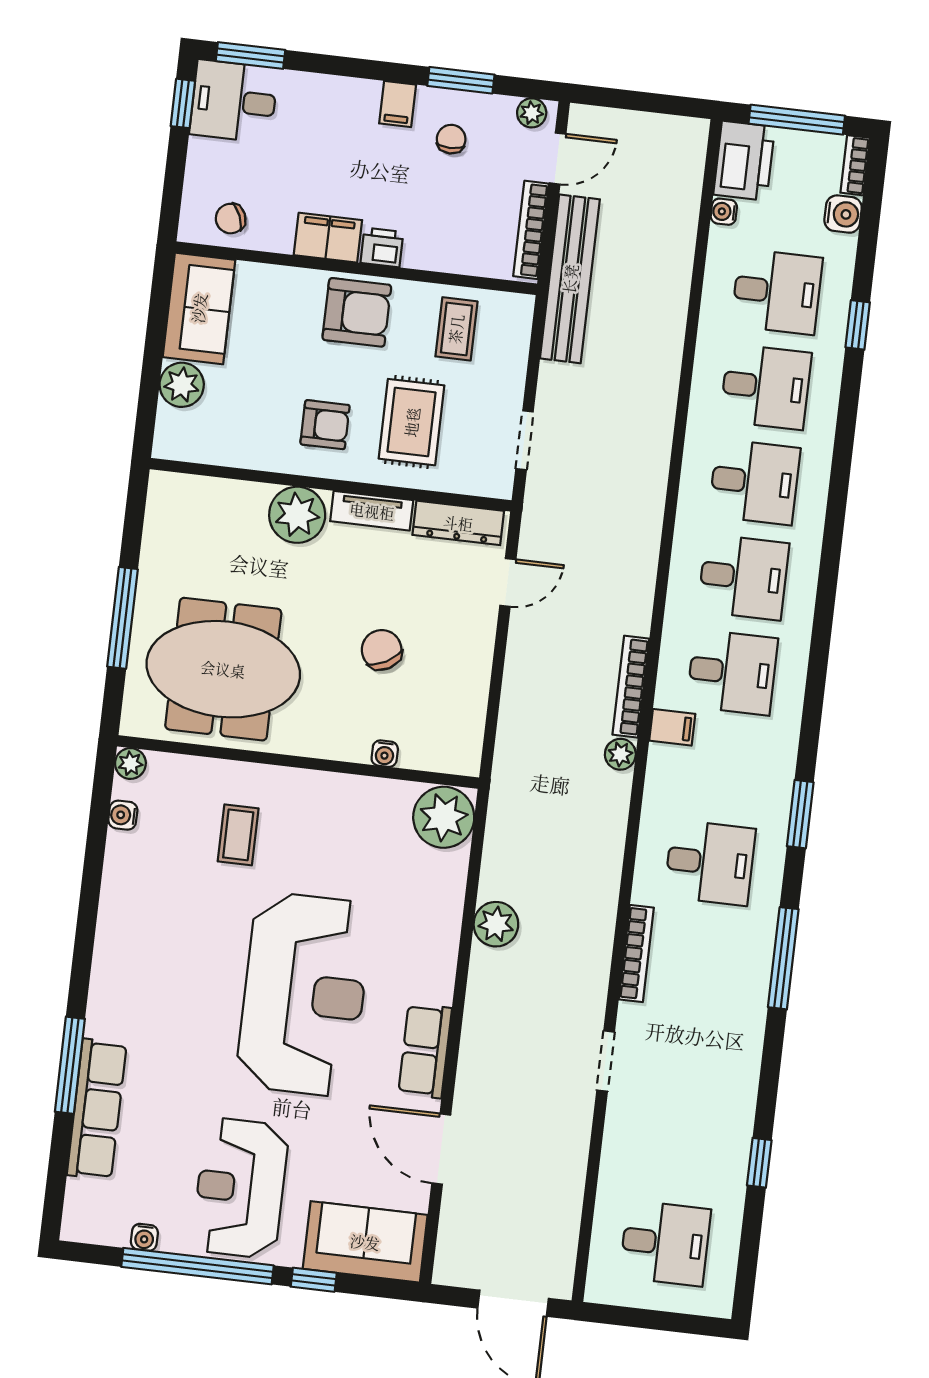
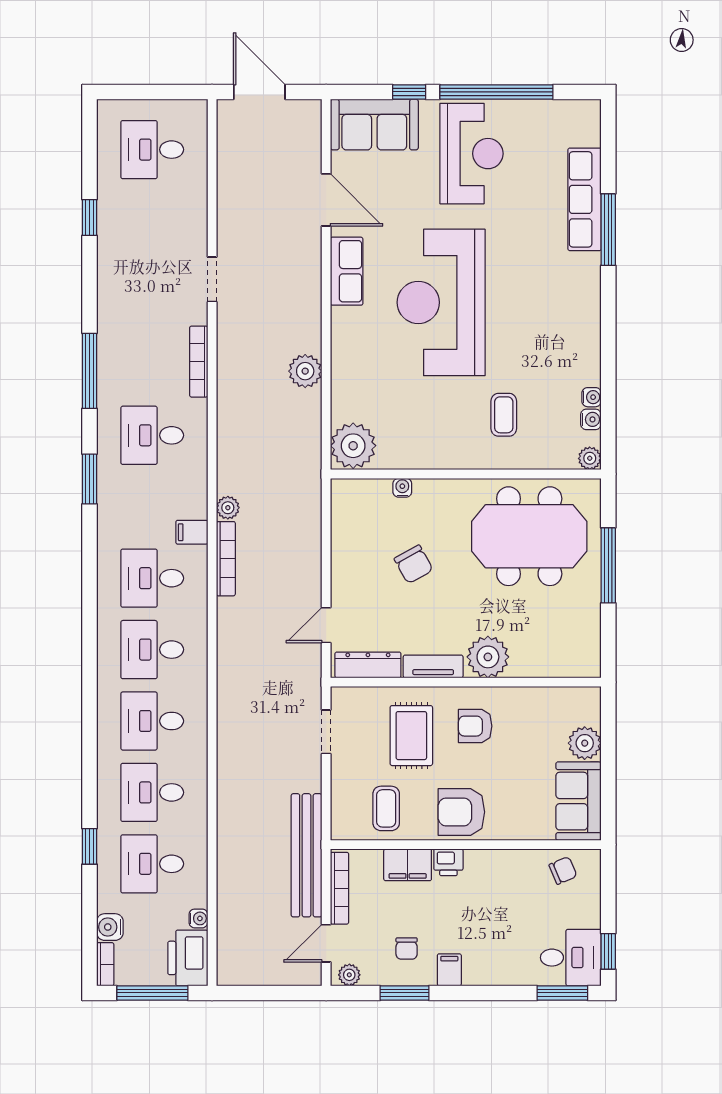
filing cabinet: (328, 238) -> (408, 865), moved
water cooler: (144, 1237) -> (592, 397), moved, turned 90

